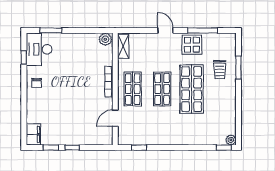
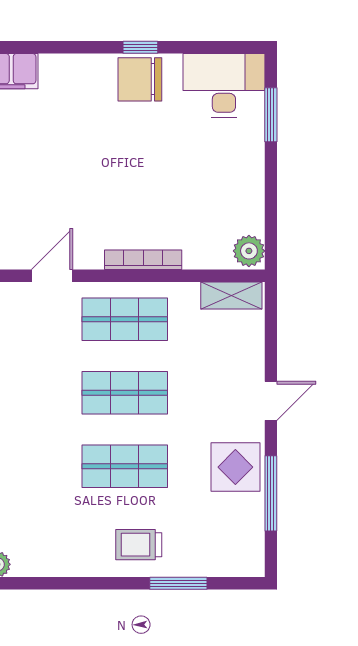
window: (24, 57) -> (140, 47), moved
trolley: (220, 70) -> (139, 545), moved
chair: (37, 83) -> (140, 79), width x1.87, depth x1.87
shop shelf: (192, 89) -> (125, 466), width x0.70, depth x0.74
door: (115, 118) -> (52, 276), hinge flipped

